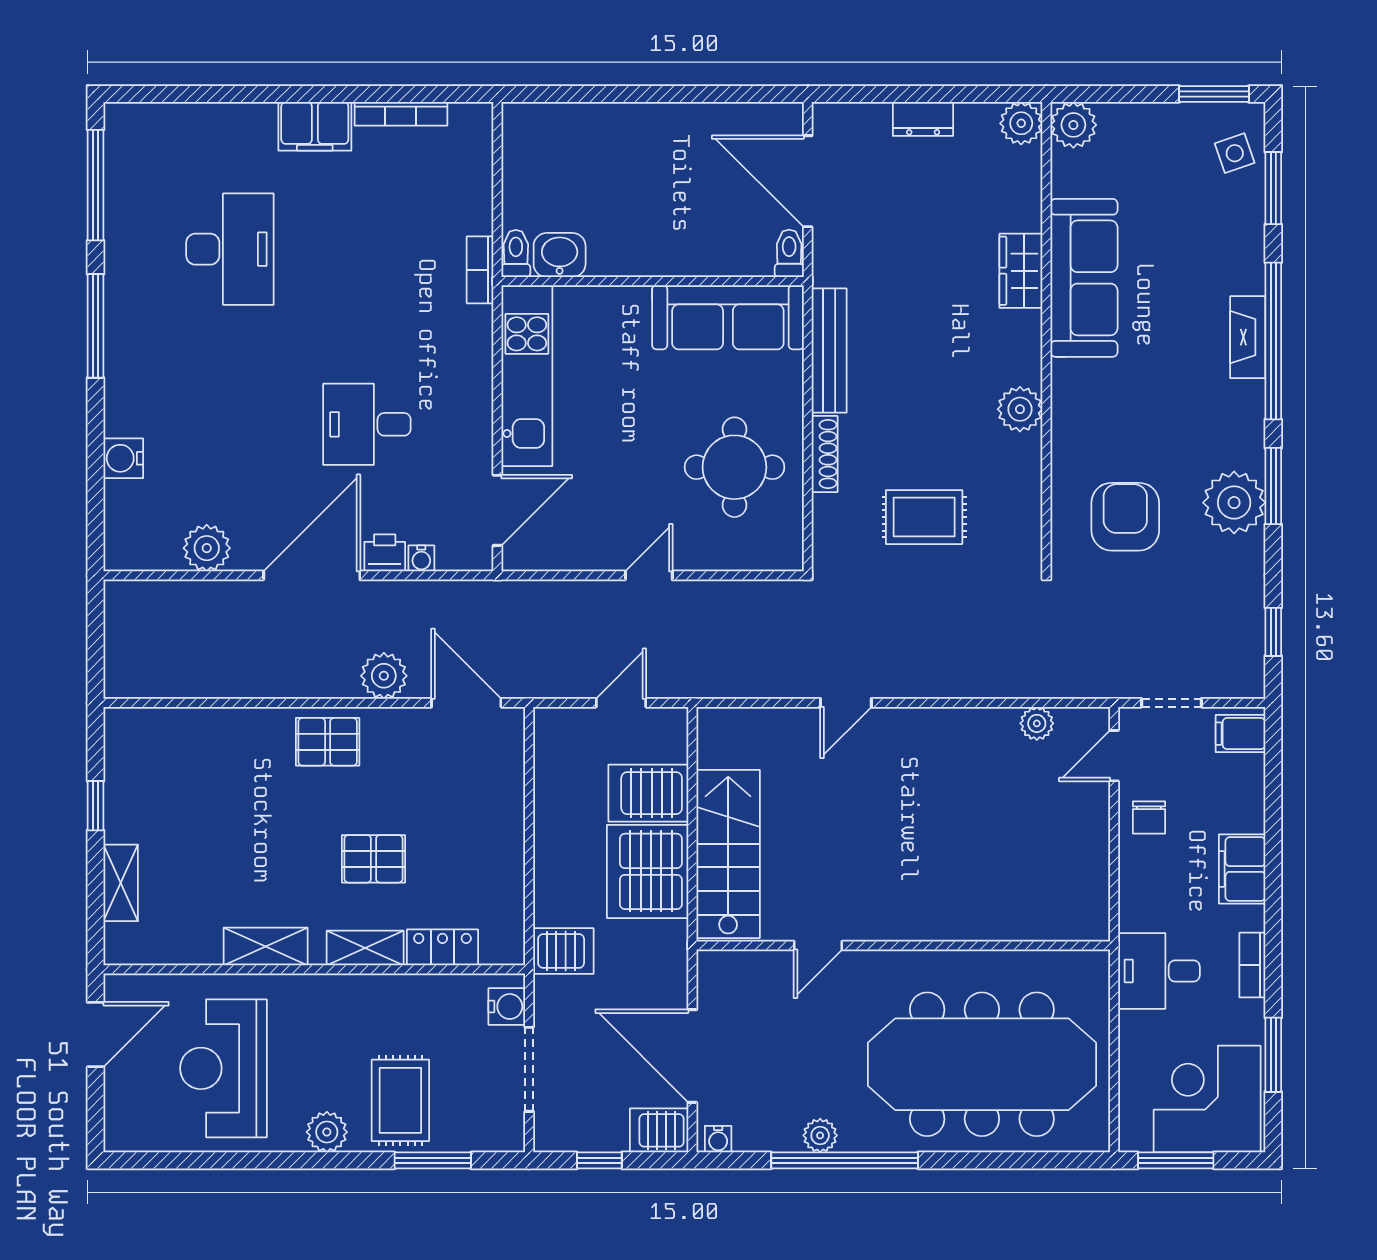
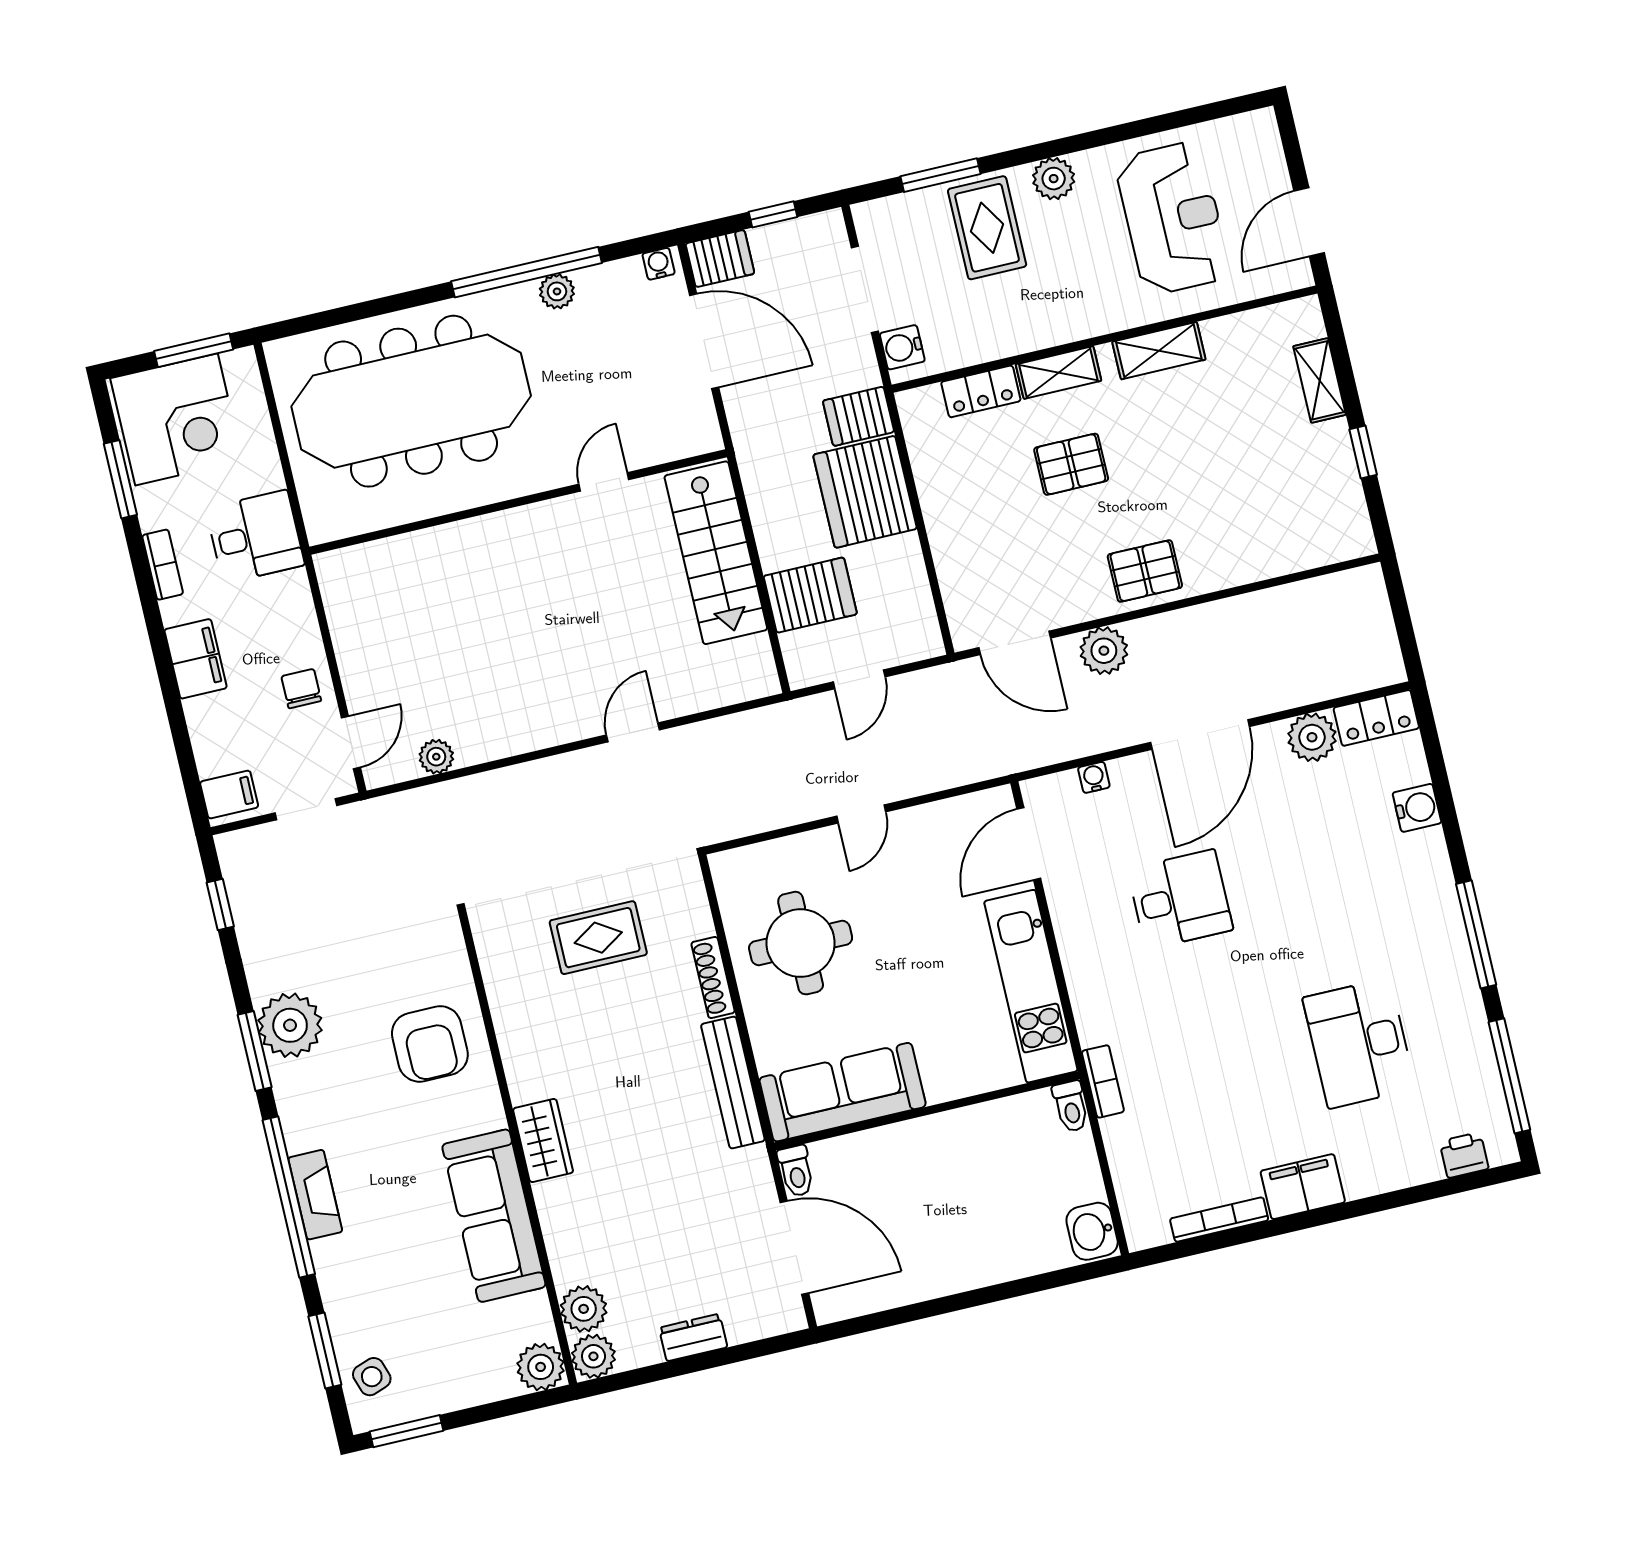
washbasin: (560, 255) -> (1092, 1231), moved, turned 90
wardrobe: (1021, 271) -> (543, 1140), moved
plant: (1020, 409) -> (584, 1309), moved
armchair: (1125, 517) -> (430, 1044), moved
locker: (142, 552) -> (1376, 718), added
printer: (385, 553) -> (1464, 1155), moved, turned 180
server rack: (648, 871) -> (865, 492), moved, turned 180

